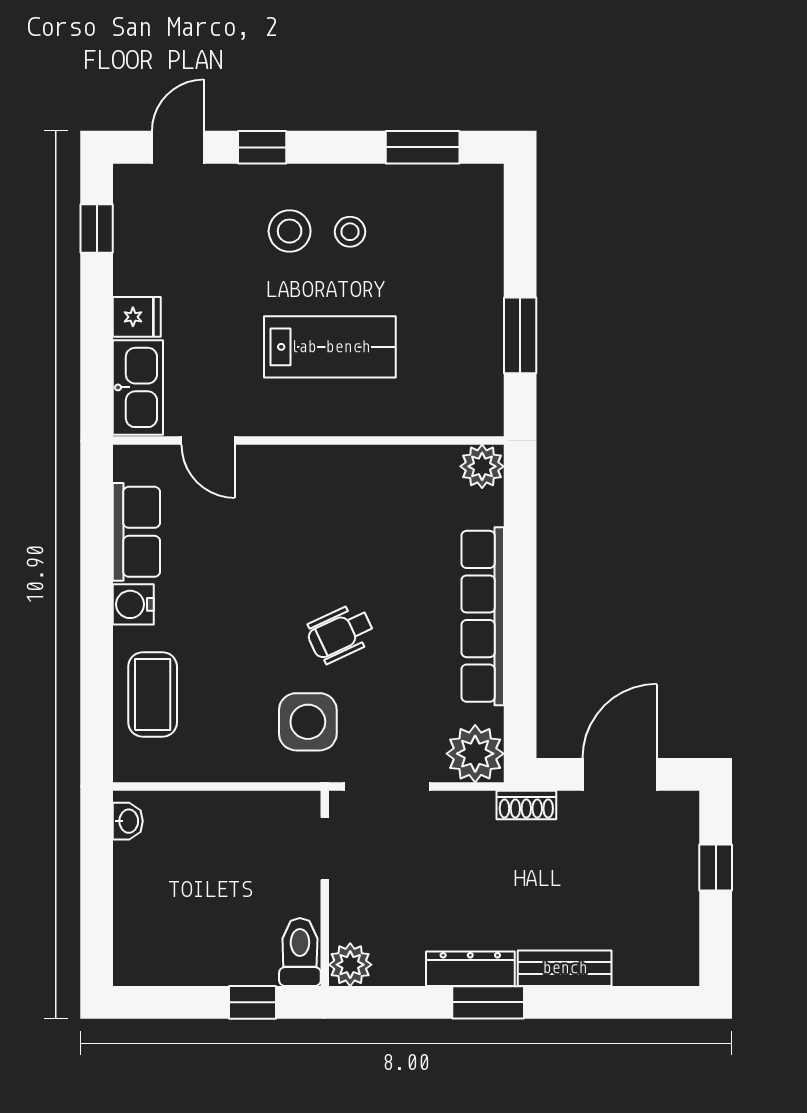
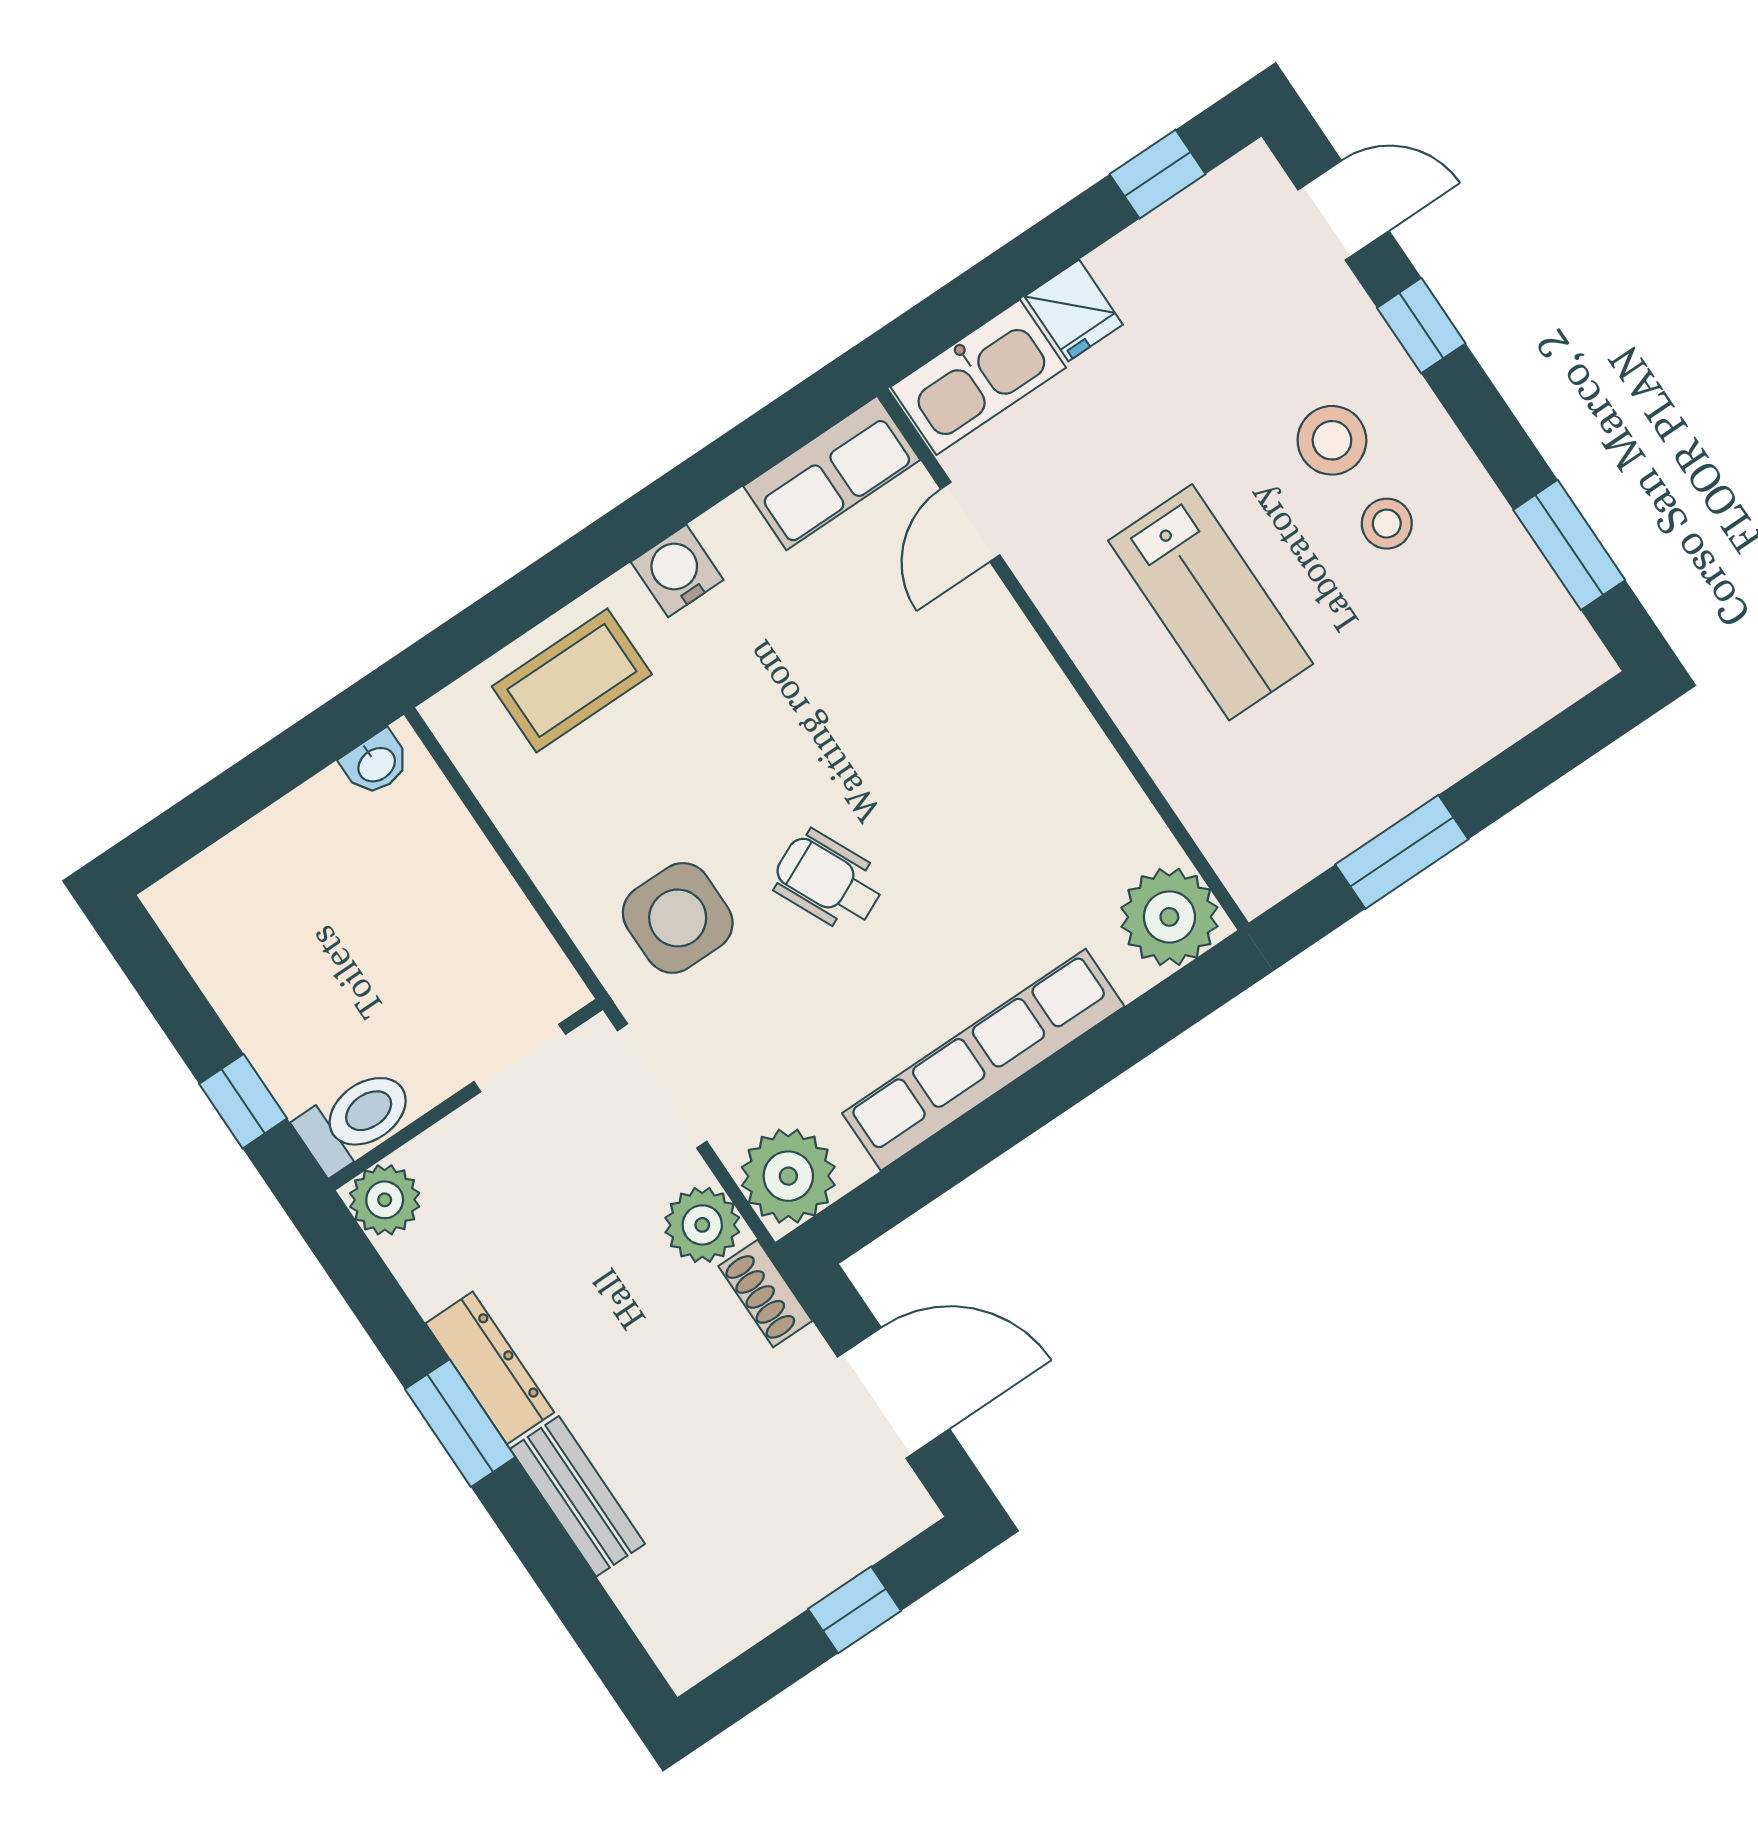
plant: (482, 466) -> (1169, 917), width x1.36, depth x1.36
row of seats: (136, 532) -> (832, 473), moved
plant: (470, 814) -> (702, 1225), added

